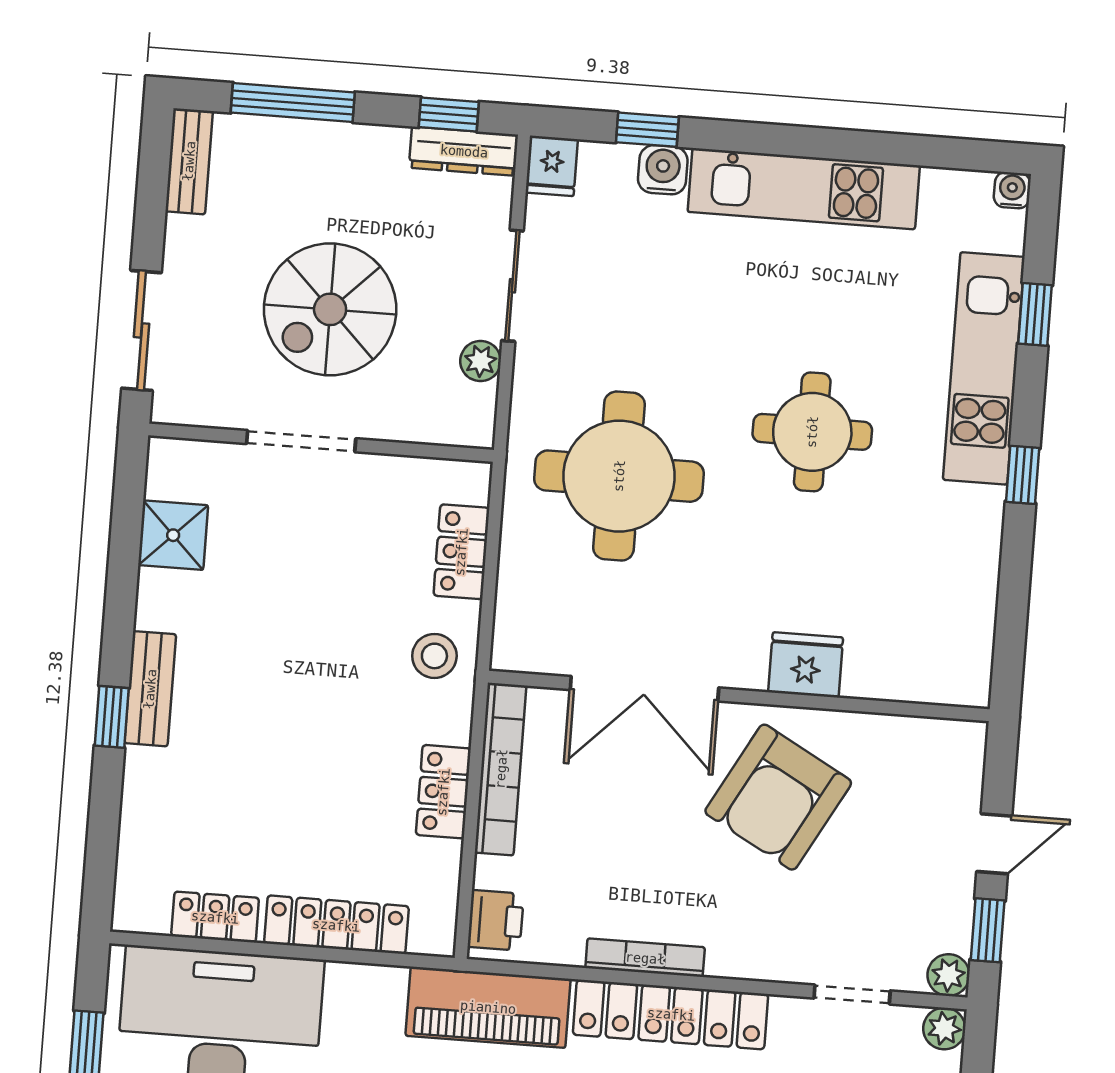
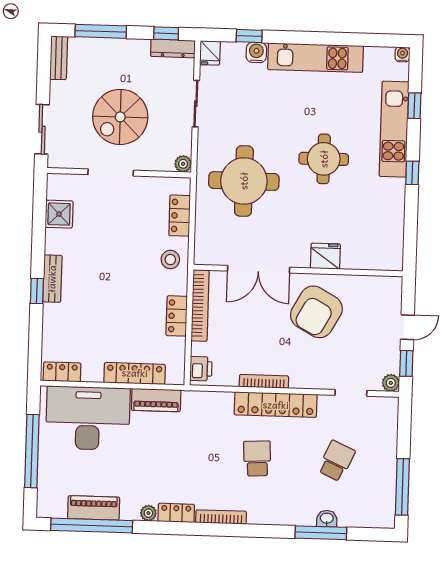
plant: (481, 361) -> (183, 164), moved
locker: (215, 917) -> (62, 372), moved
piano: (488, 1007) -> (156, 400), moved, width x0.73, depth x0.75
plant: (944, 1029) -> (390, 405), removed

